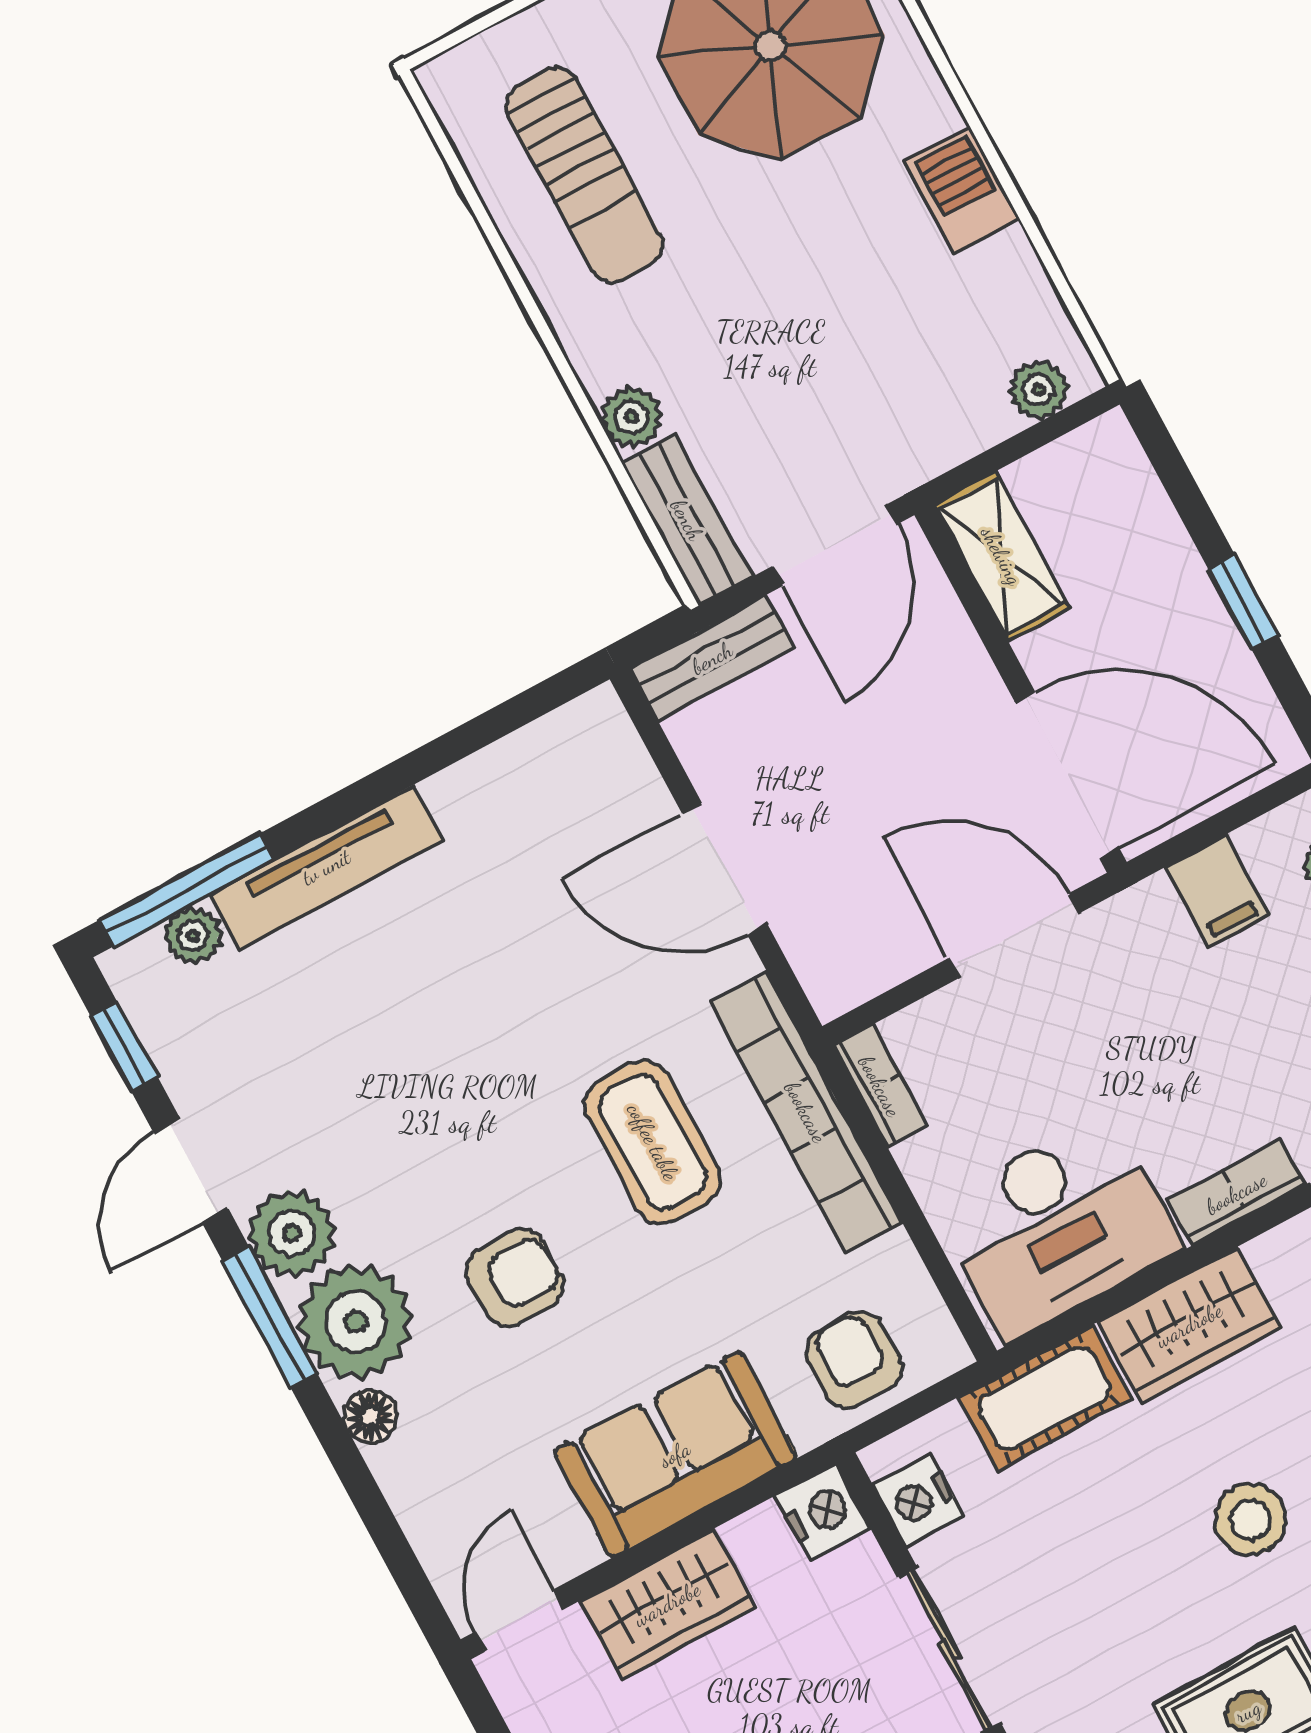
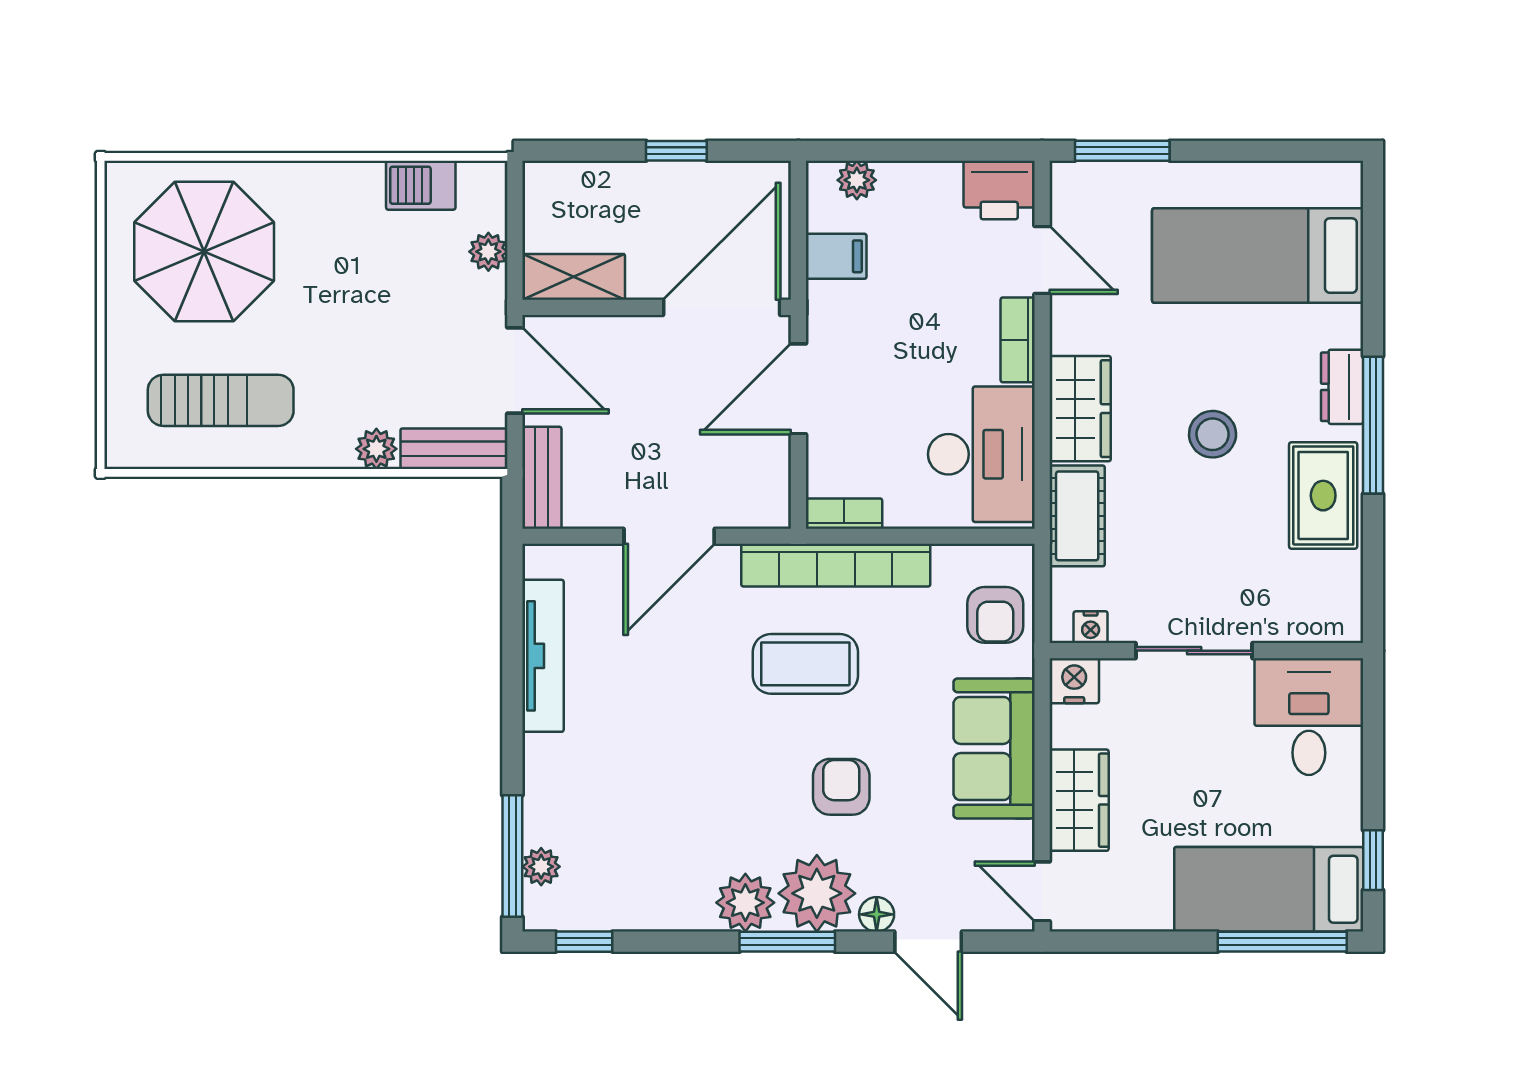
barbecue: (962, 190) -> (421, 185), moved
plant: (1039, 390) -> (488, 252), moved
tv unit: (326, 867) -> (543, 656), moved
door: (191, 1171) -> (928, 942), moved
armchair: (854, 1360) -> (995, 615), turned -90
nightstand: (918, 1500) -> (1091, 627), width x0.72, depth x0.74

